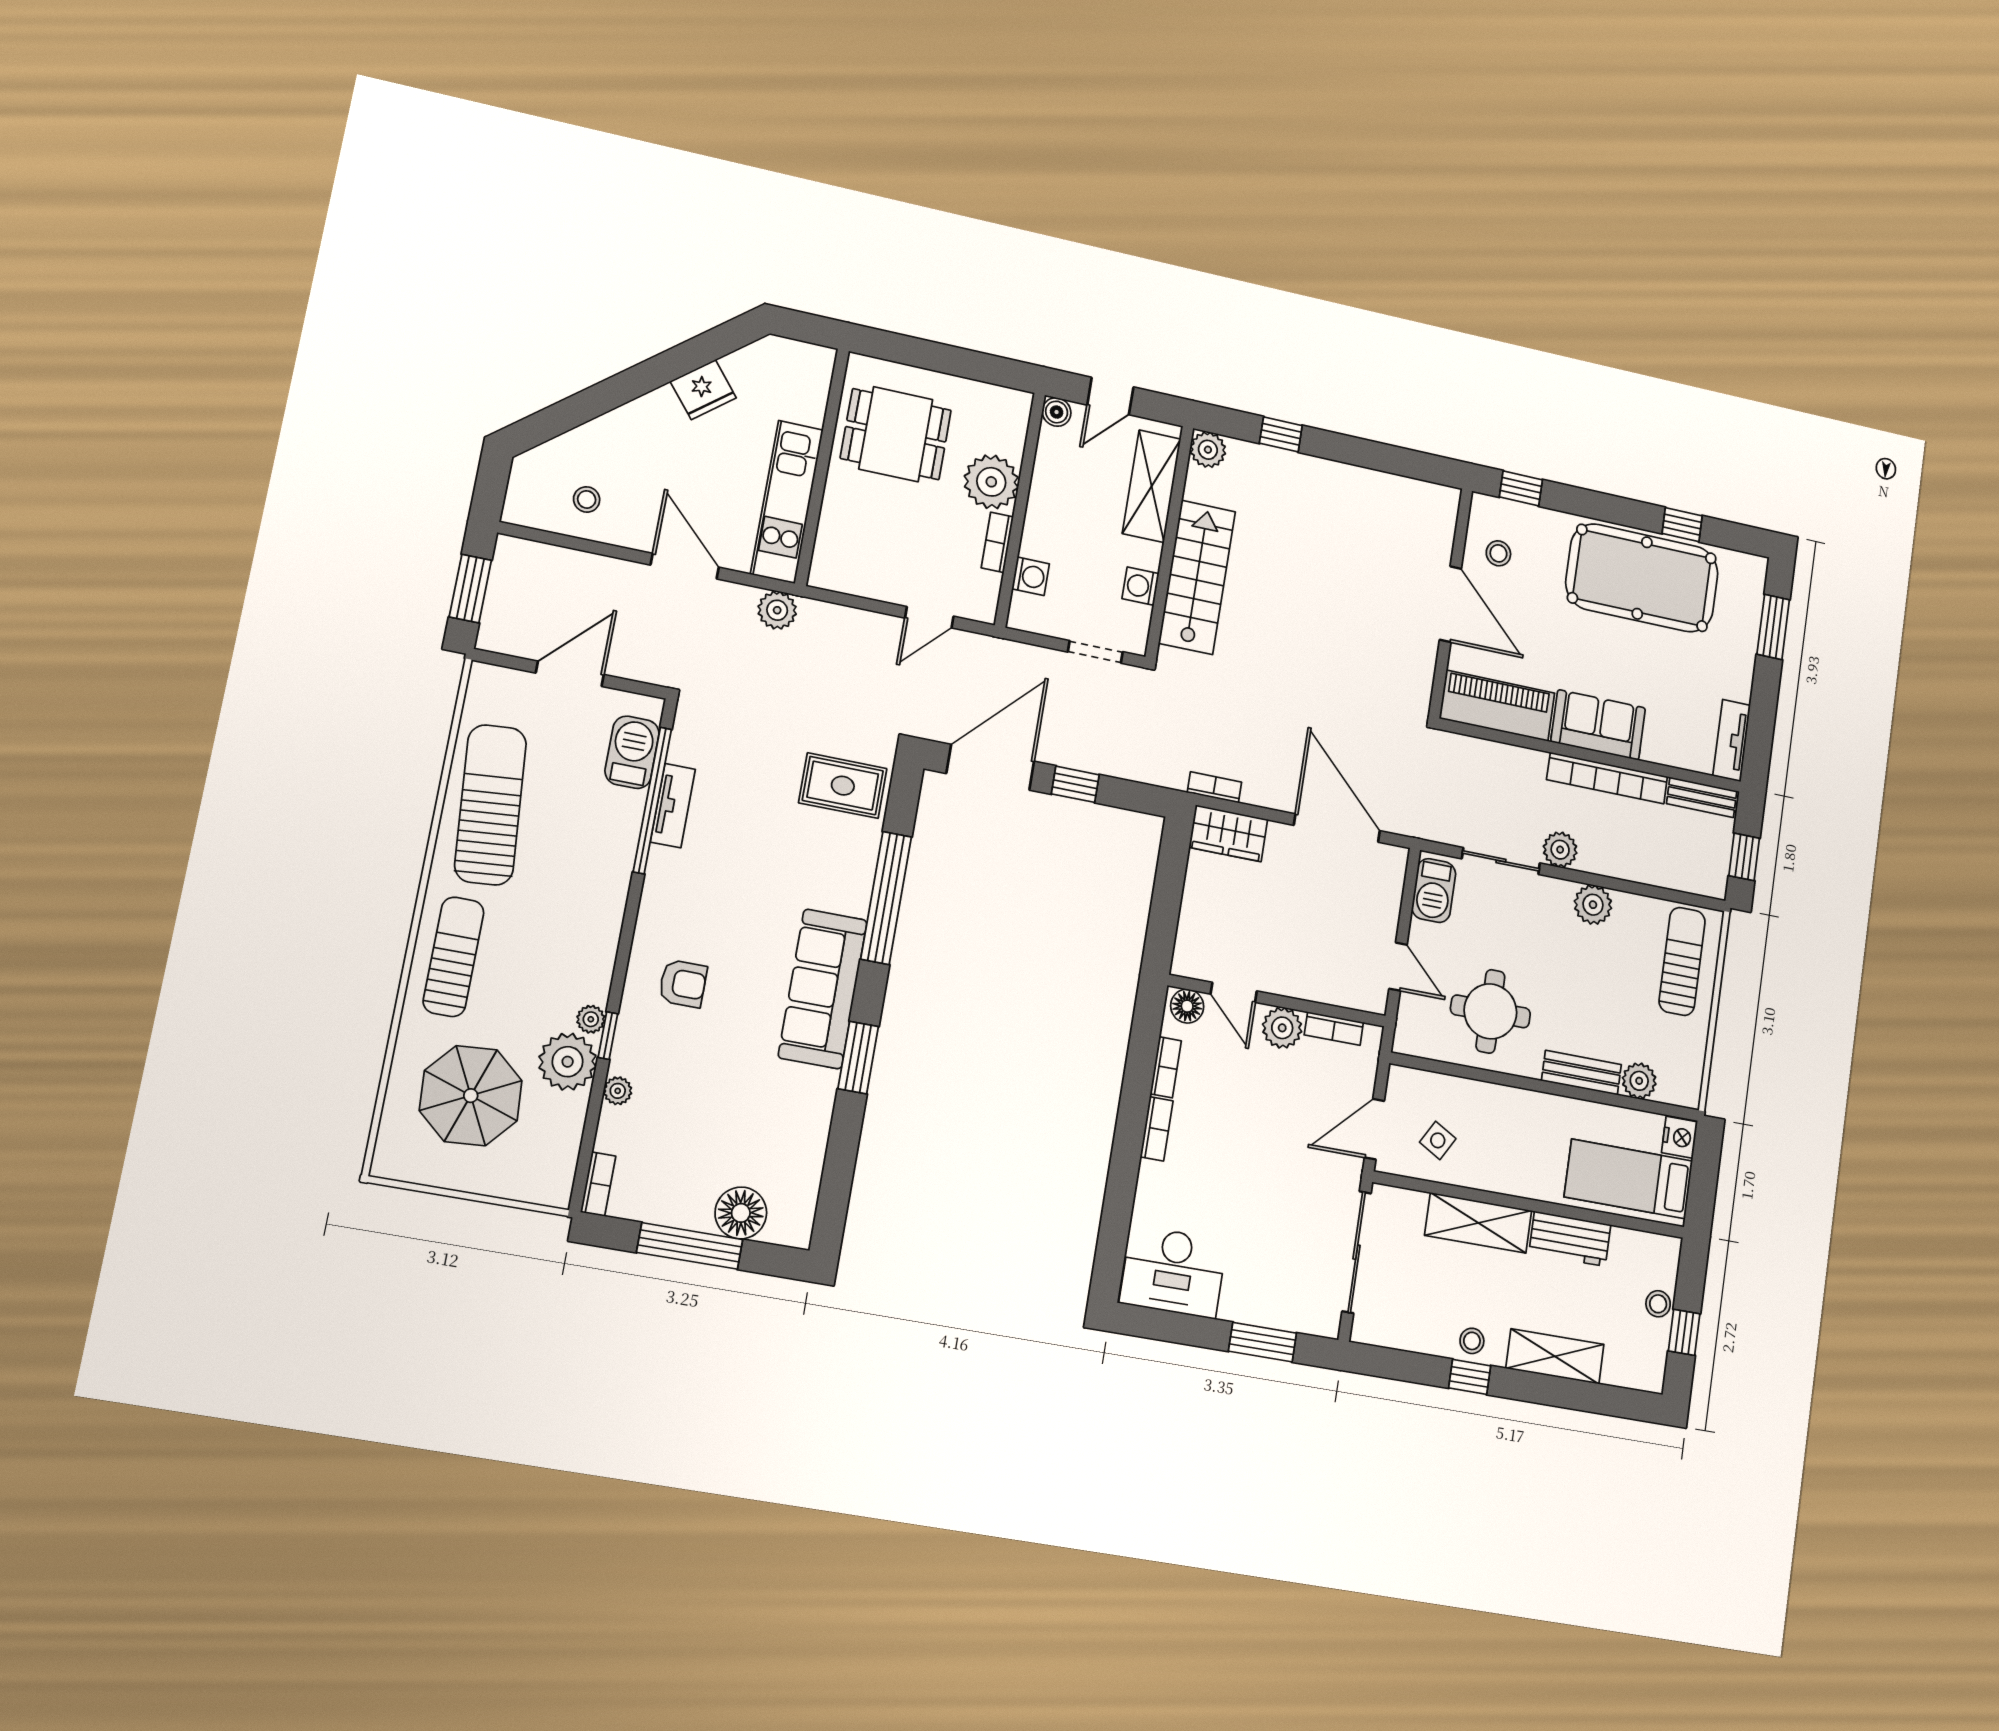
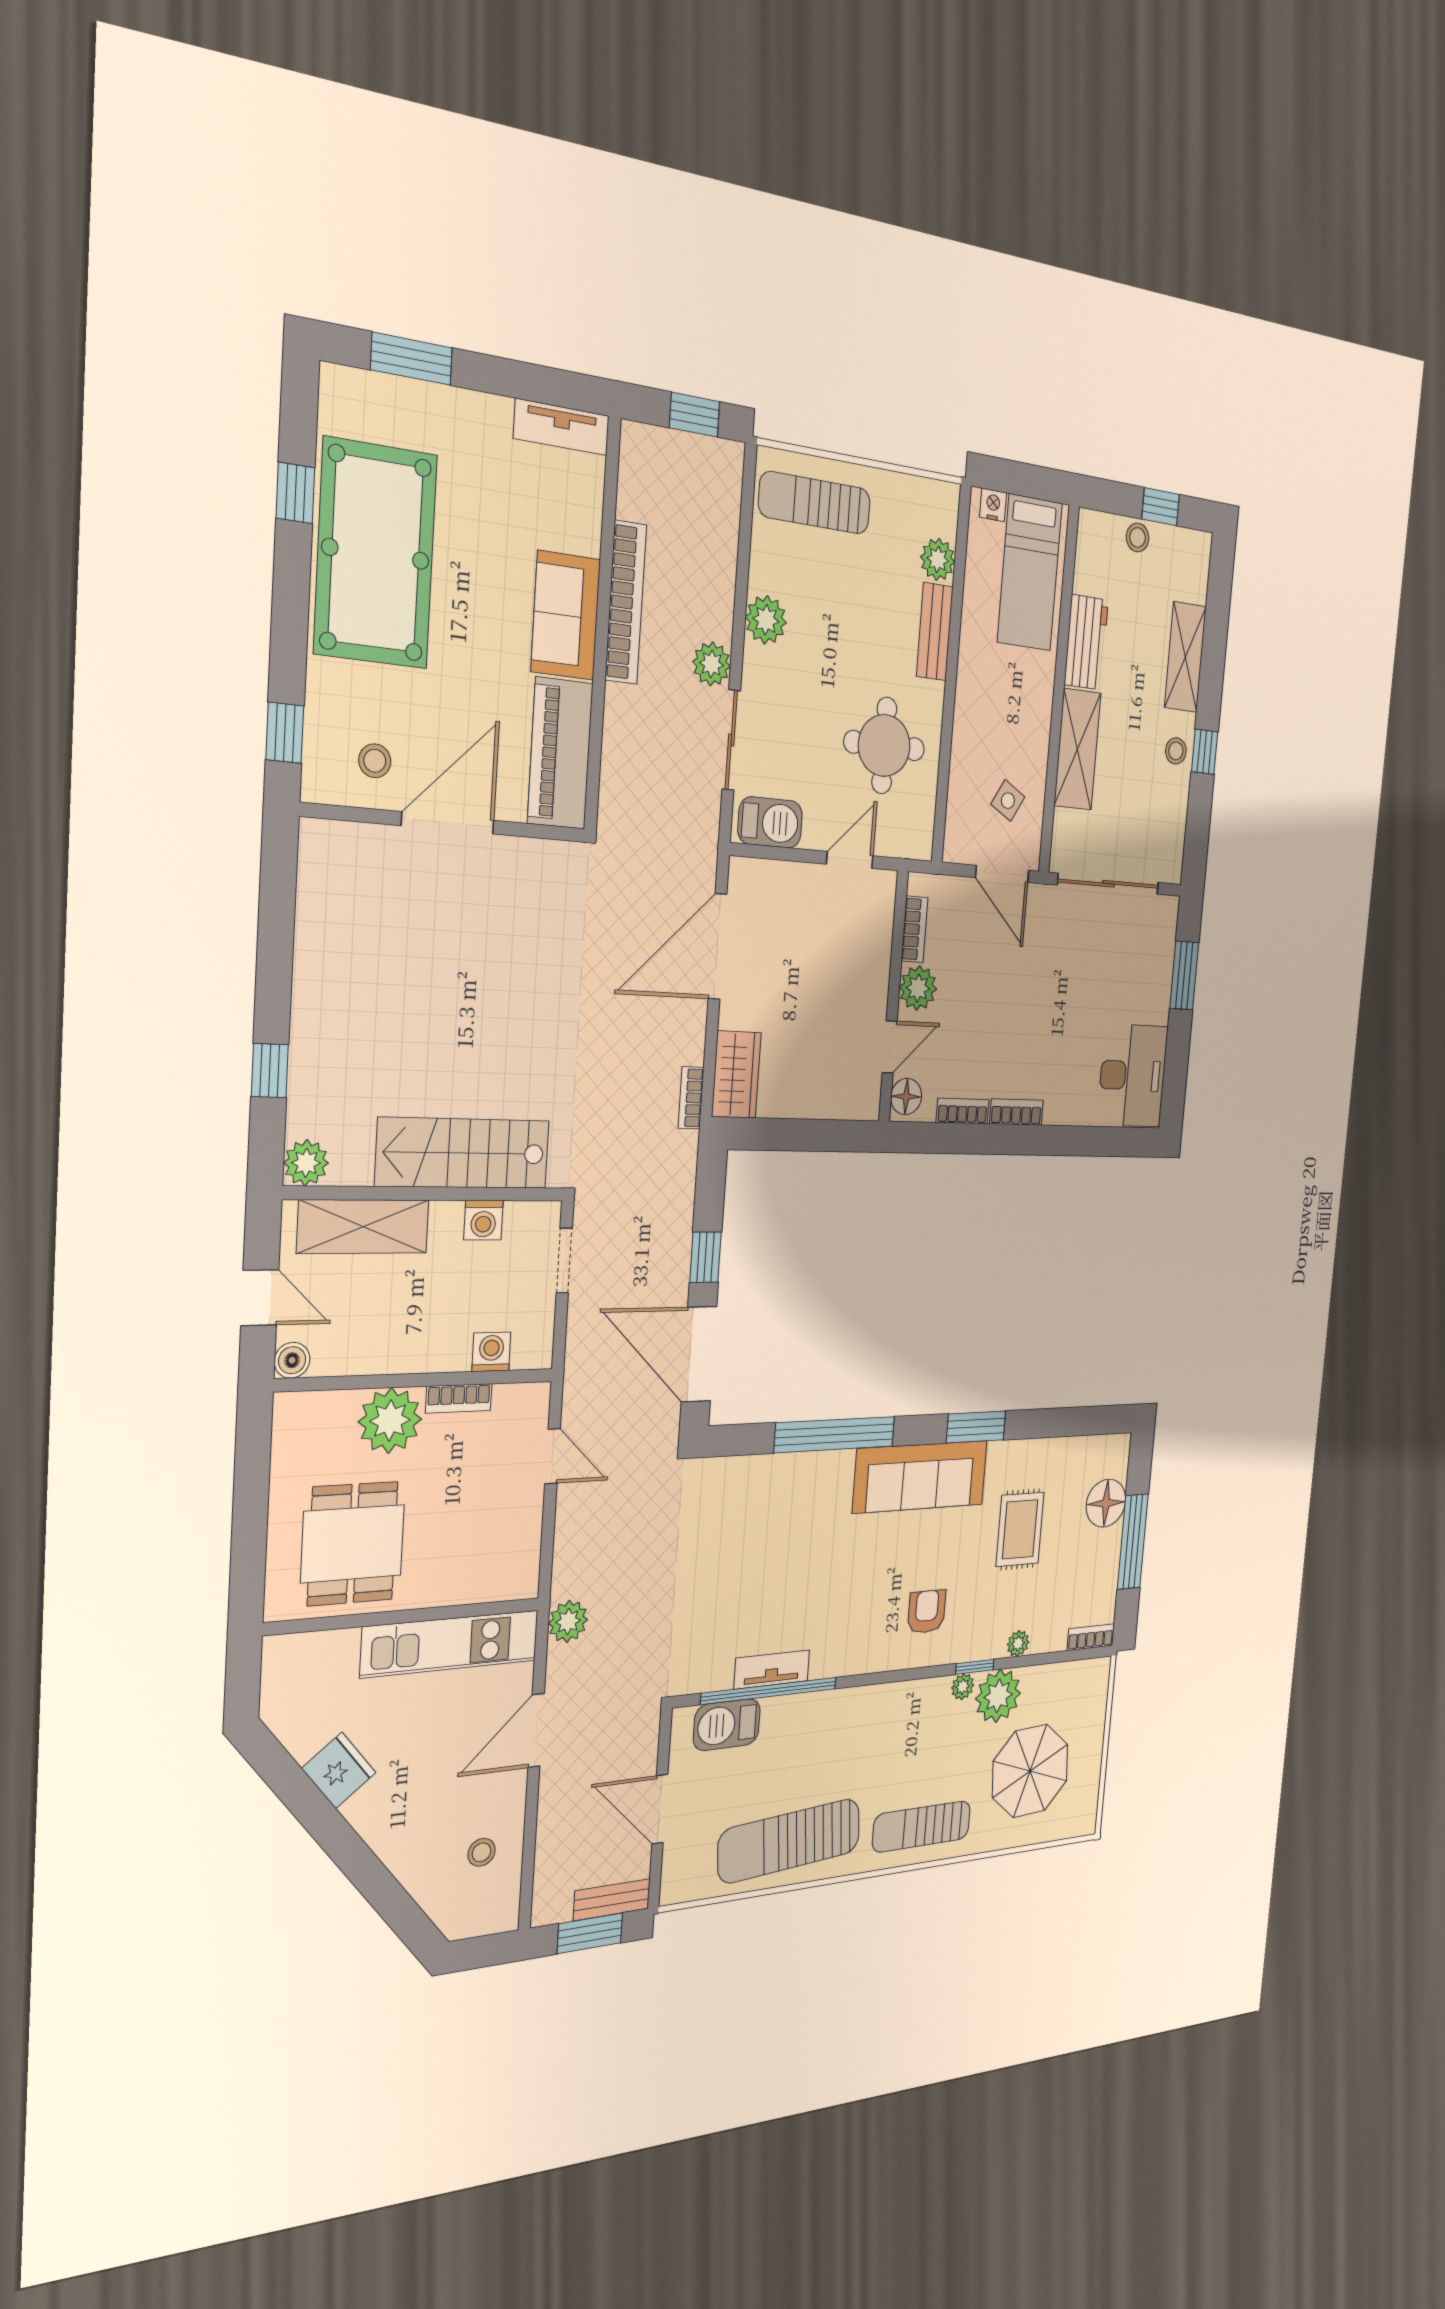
rug: (843, 786) -> (1020, 1529), moved
bench: (1702, 797) -> (612, 1900), moved, turned 90
nightstand: (1680, 1137) -> (993, 505), width x0.72, depth x0.74

